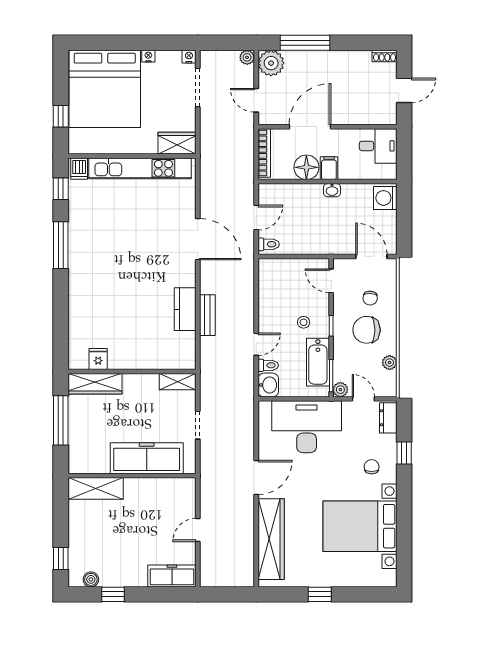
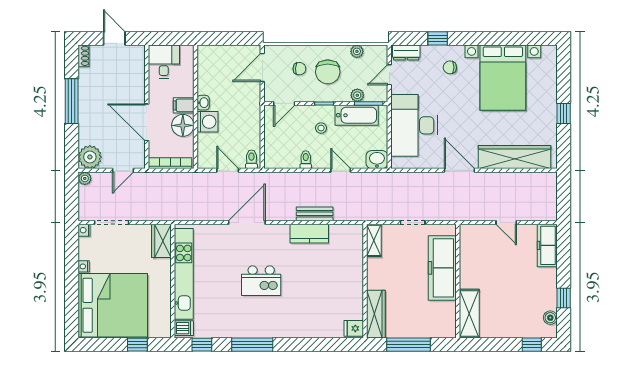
window: (305, 43) -> (72, 101), moved
washing machine: (385, 198) -> (207, 122), moved, turned -90
kitchen island: (132, 255) -> (261, 281), added
fridge: (98, 359) -> (354, 328), moved
toilet: (268, 365) -> (306, 160), moved
plant: (340, 390) -> (357, 95), moved

